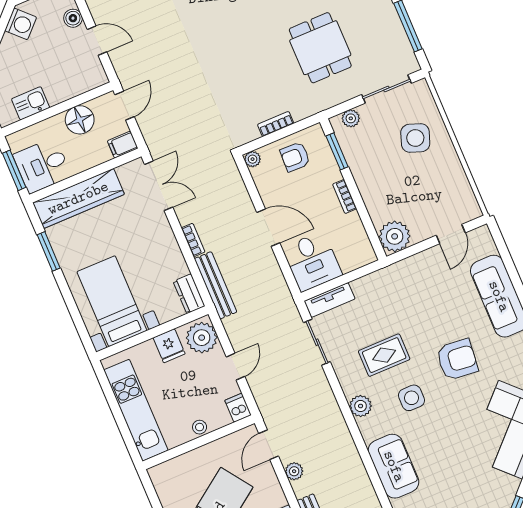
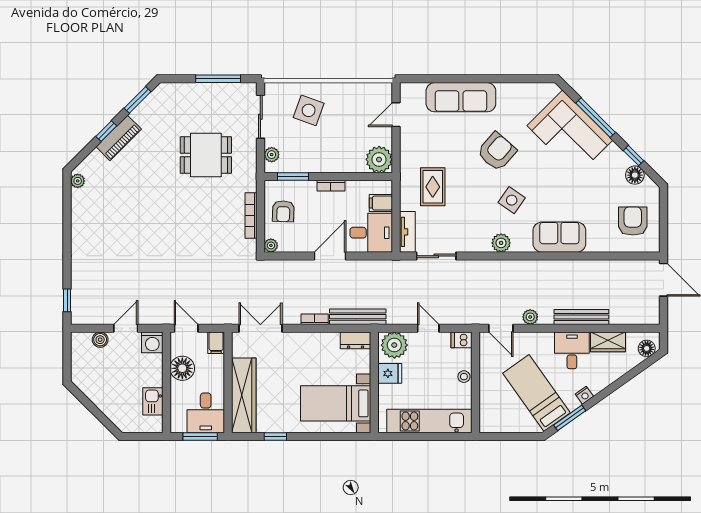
washing machine: (21, 24) -> (152, 342), moved, turned 135
bookcase: (276, 124) -> (251, 216), width x1.56
door: (451, 234) -> (396, 115), swing flipped
window: (49, 251) -> (275, 437), width x0.67
filing cabinet: (349, 258) -> (381, 203), added
rug: (384, 355) -> (433, 187), moved
armchair: (457, 360) -> (497, 151), turned 35
side table: (411, 398) -> (512, 200), turned 35

